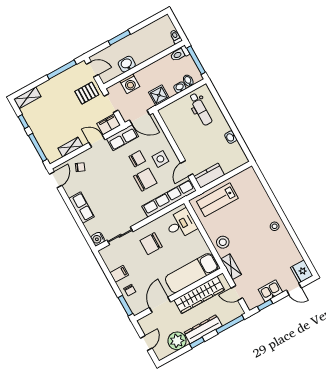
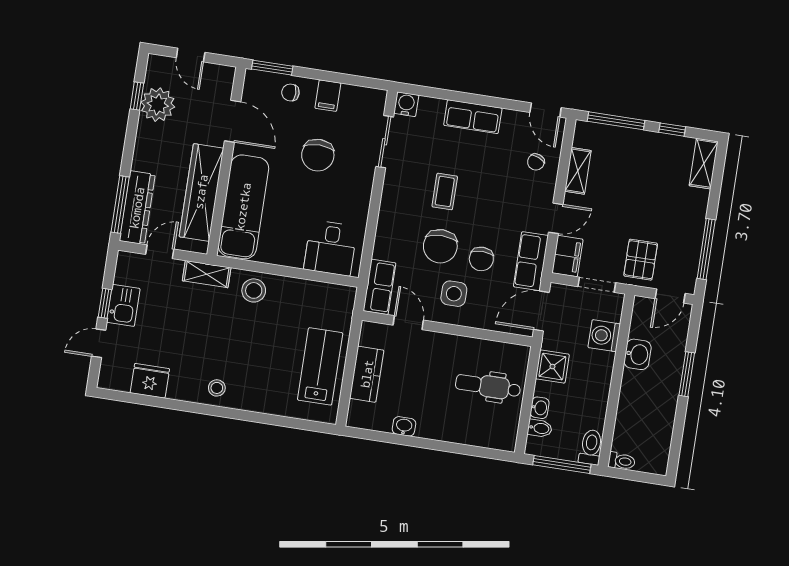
dental chair: (201, 109) -> (488, 386), moved
kitchen counter: (209, 176) -> (367, 374), moved
coffee table: (121, 195) -> (445, 191), added
row of seats: (169, 198) -> (380, 287), width x0.50
lab bench: (217, 200) -> (320, 366), moved
chair: (151, 244) -> (318, 155), moved, turned 180
fridge: (302, 272) -> (150, 381), moved
window: (265, 305) -> (105, 303), moved
dresser: (203, 329) -> (137, 208), moved
window: (197, 343) -> (137, 96), moved

